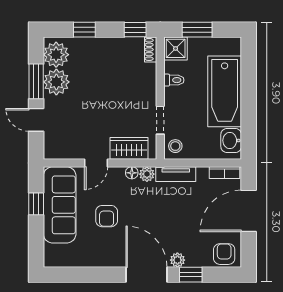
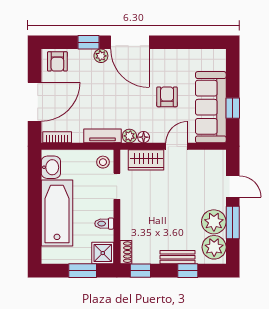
bench: (95, 44) -> (177, 257), added

